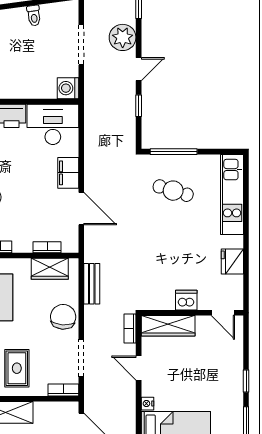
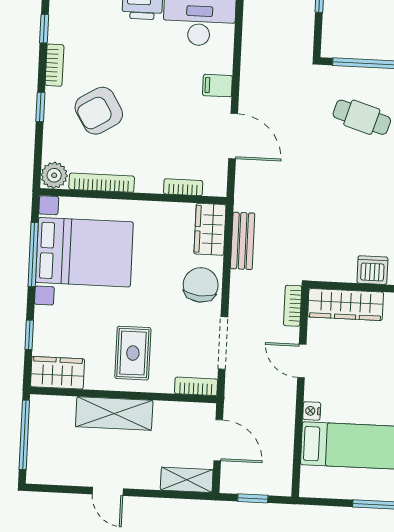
filing cabinet: (68, 173) -> (217, 86), width x0.50
wardrobe: (50, 269) -> (210, 229), moved, turned 90

